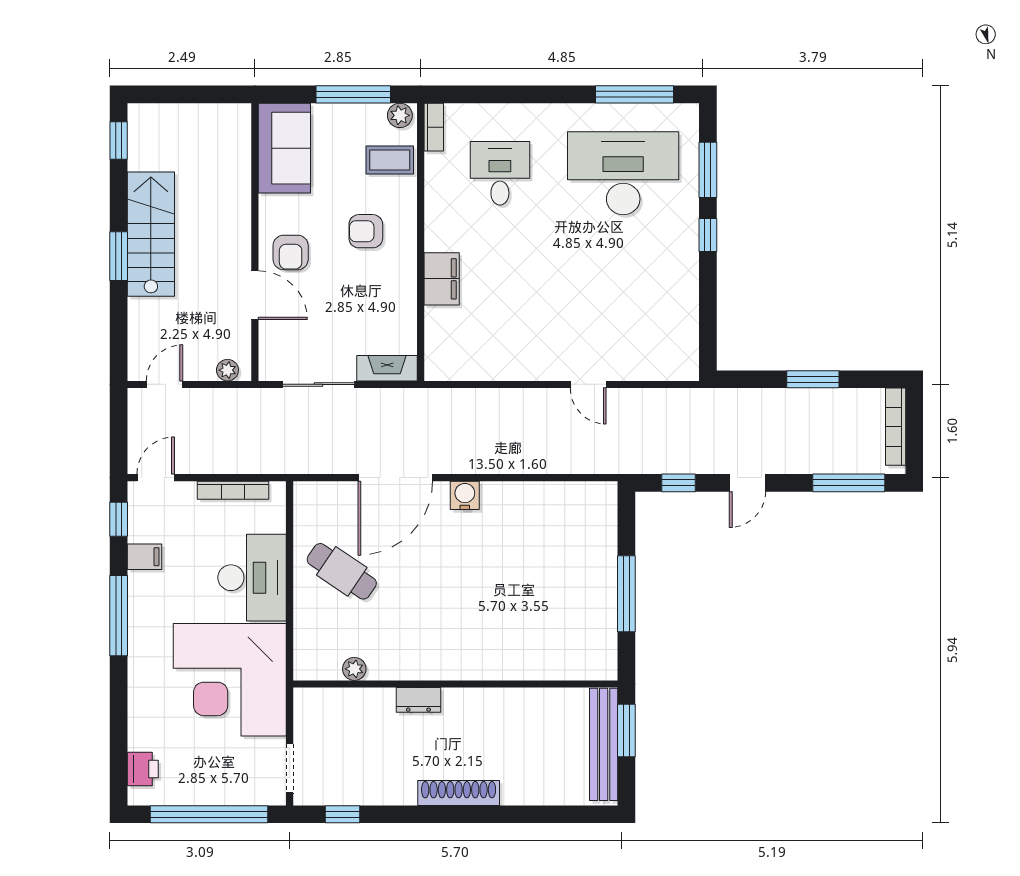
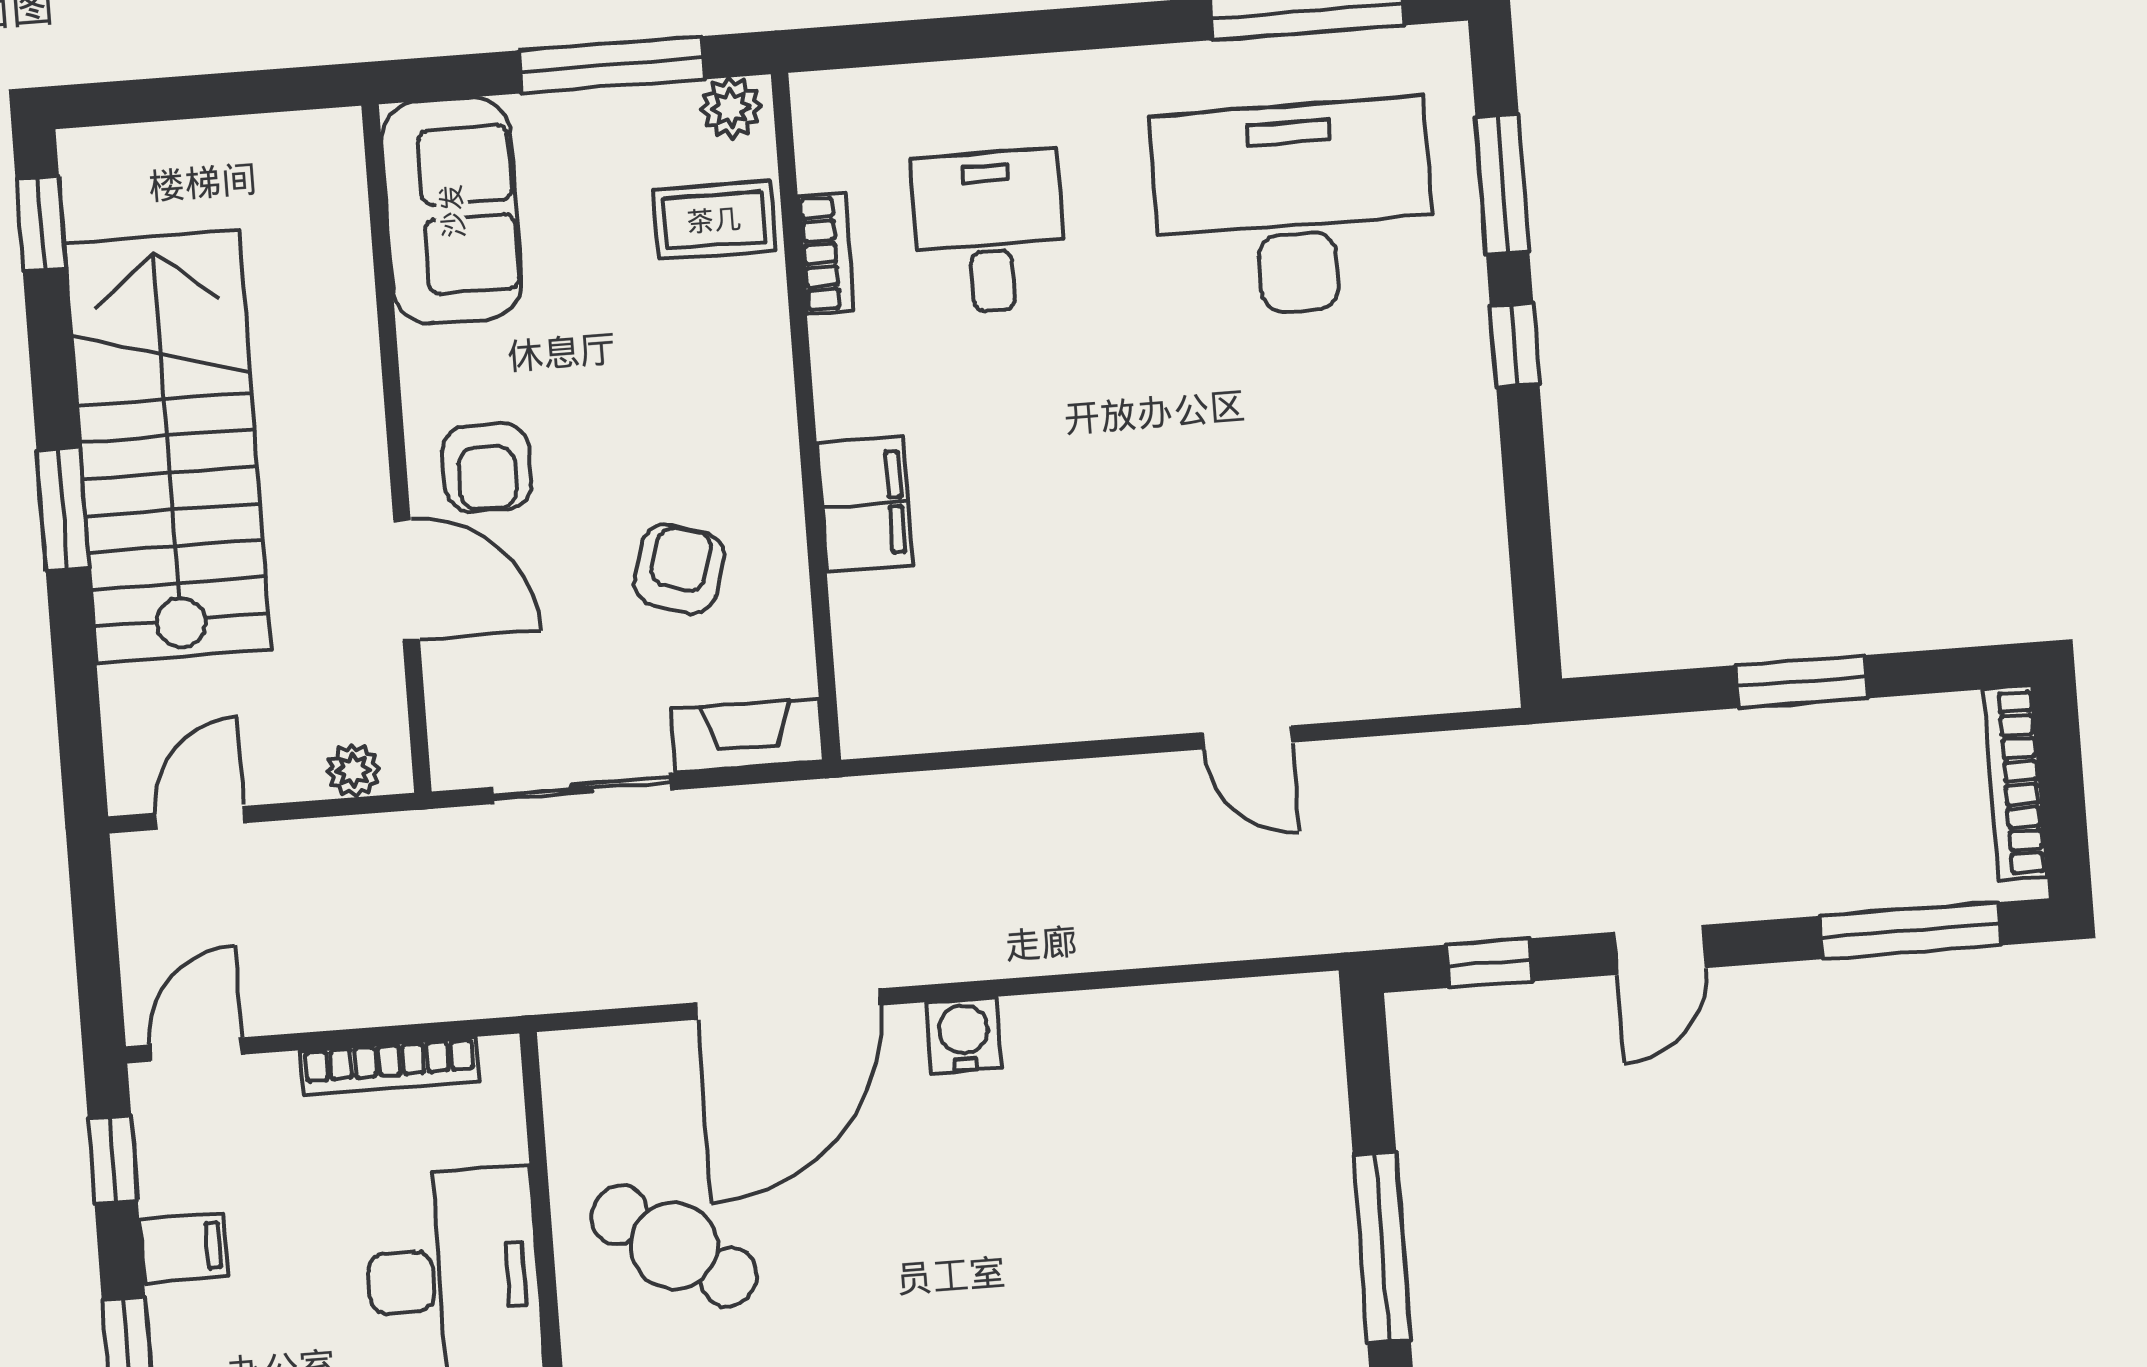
bookcase: (434, 127) -> (826, 253), moved
armchair: (366, 231) -> (679, 569), moved, turned 107
stairs: (151, 234) -> (168, 446), width x1.36, depth x1.51

